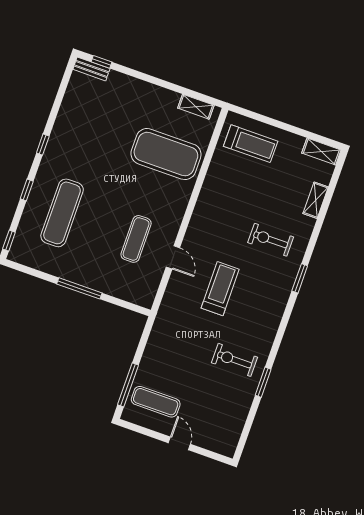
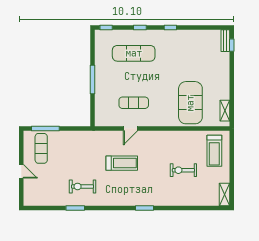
shelving: (316, 200) -> (194, 201), removed
exercise bike: (271, 240) -> (183, 170), moved, turned -90
exercise bike: (235, 360) -> (83, 186), turned -90
door: (179, 443) -> (21, 171), hinge flipped

